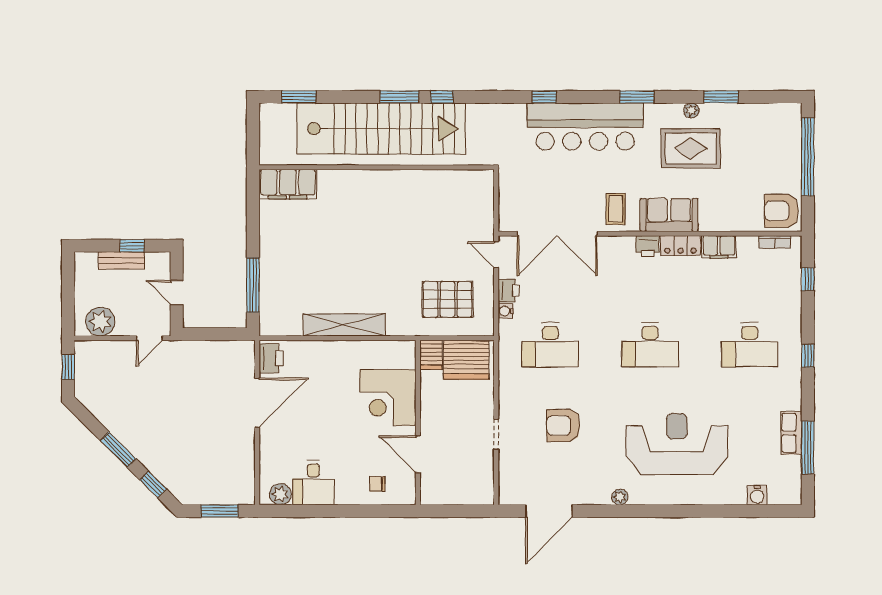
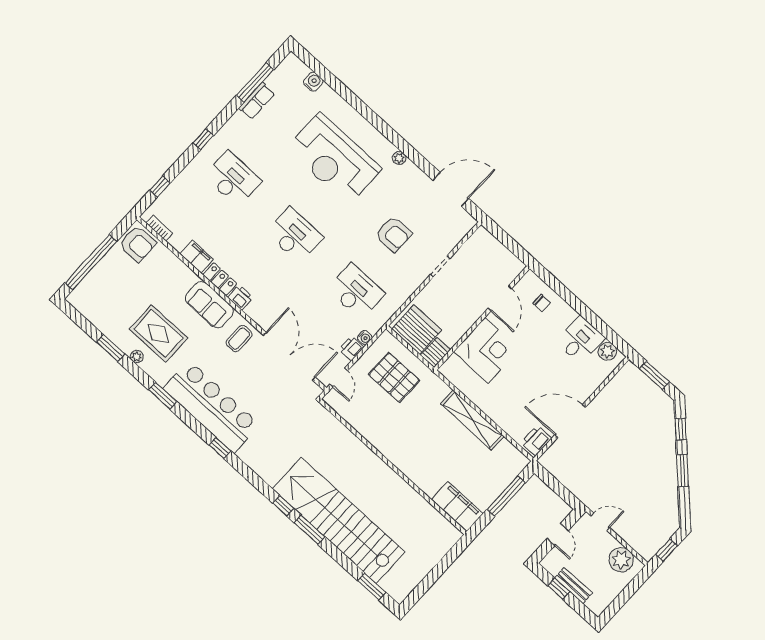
wall: (377, 167) -> (393, 467), moved
filing cabinet: (288, 184) -> (457, 507), moved

